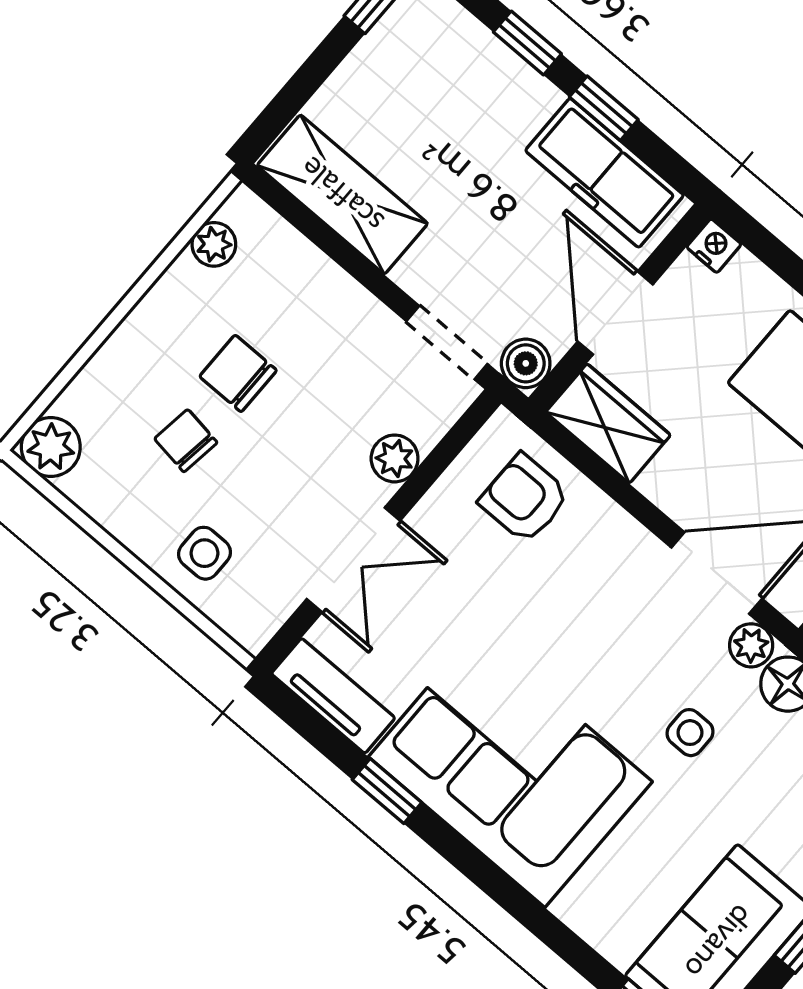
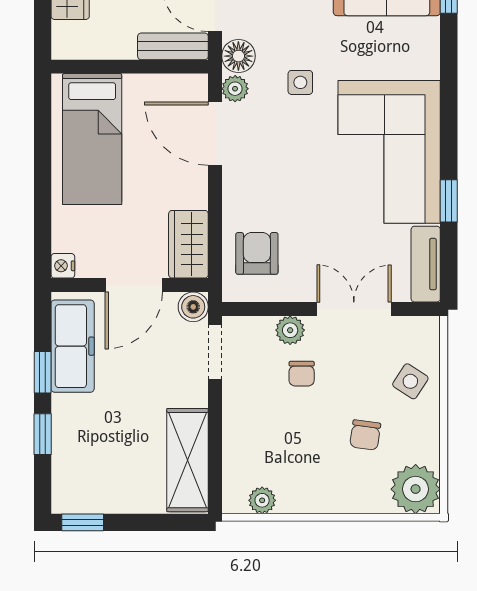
chair: (238, 373) -> (302, 374), moved, width x0.73, depth x0.73
plant: (51, 447) -> (416, 489), width x1.36, depth x1.36
armchair: (524, 498) -> (257, 253), turned 180
side table: (204, 553) -> (410, 381), turned 33

